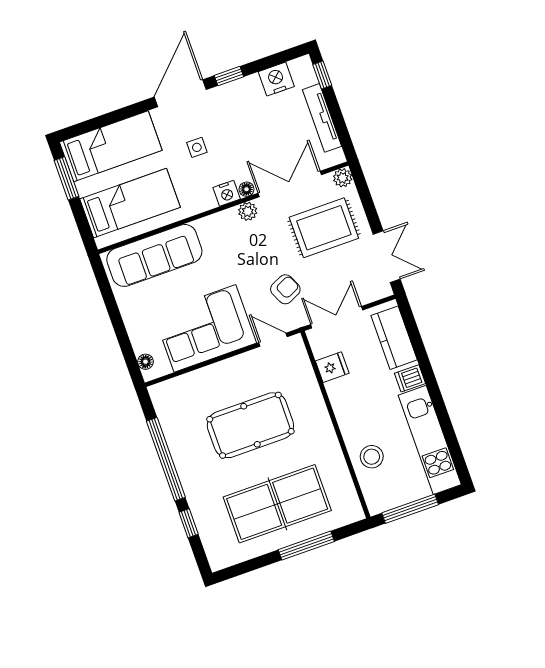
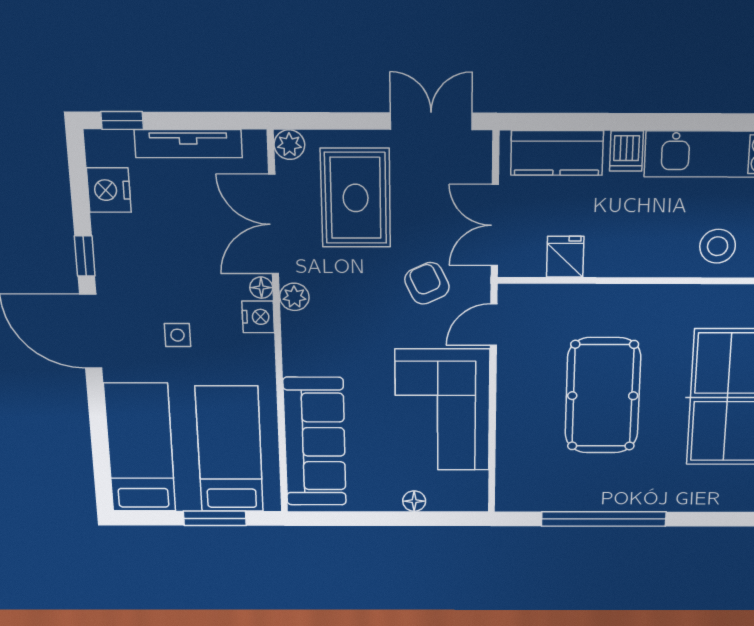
window: (66, 178) -> (215, 518), moved
floor lamp: (145, 362) -> (414, 501), moved
window: (189, 523) -> (703, 519), removed

